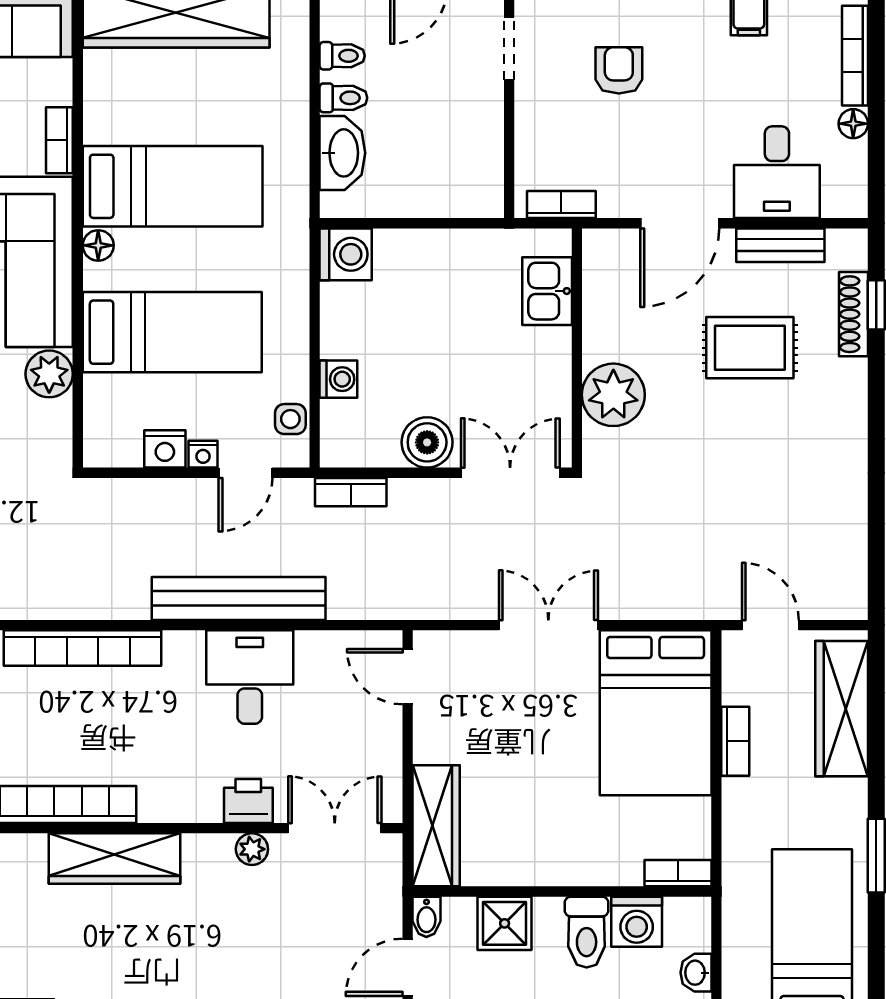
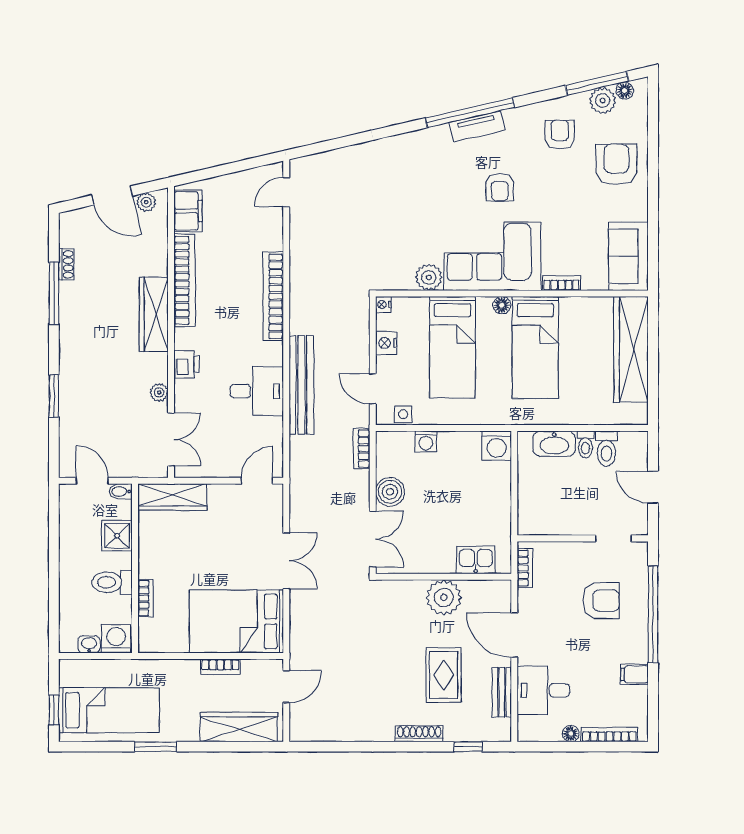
toilet: (342, 56) -> (606, 449), width x1.37, depth x1.39
armchair: (619, 70) -> (601, 601), width x1.38, depth x1.38
shoe rack: (853, 314) -> (419, 734), moved
plant: (613, 395) -> (444, 597), moved
nightstand: (203, 454) -> (383, 305), moved
printer: (248, 801) -> (186, 364), moved
bookcase: (678, 873) -> (146, 598), moved
washing machine: (637, 922) -> (116, 639), moved, turned 90

